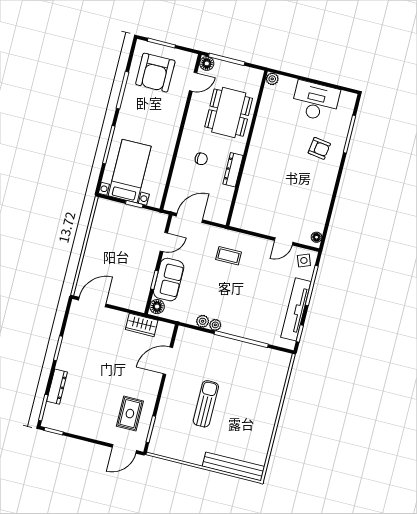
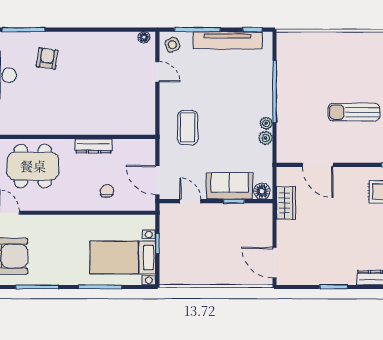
chair: (201, 159) -> (107, 191), moved
coffee table: (229, 256) -> (188, 128), width x1.36, depth x1.30

